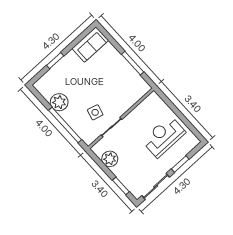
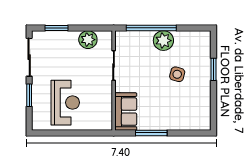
sofa: (90, 44) -> (126, 112), moved, turned 180
plant: (59, 102) -> (163, 41), moved
side table: (95, 112) -> (177, 74), moved

